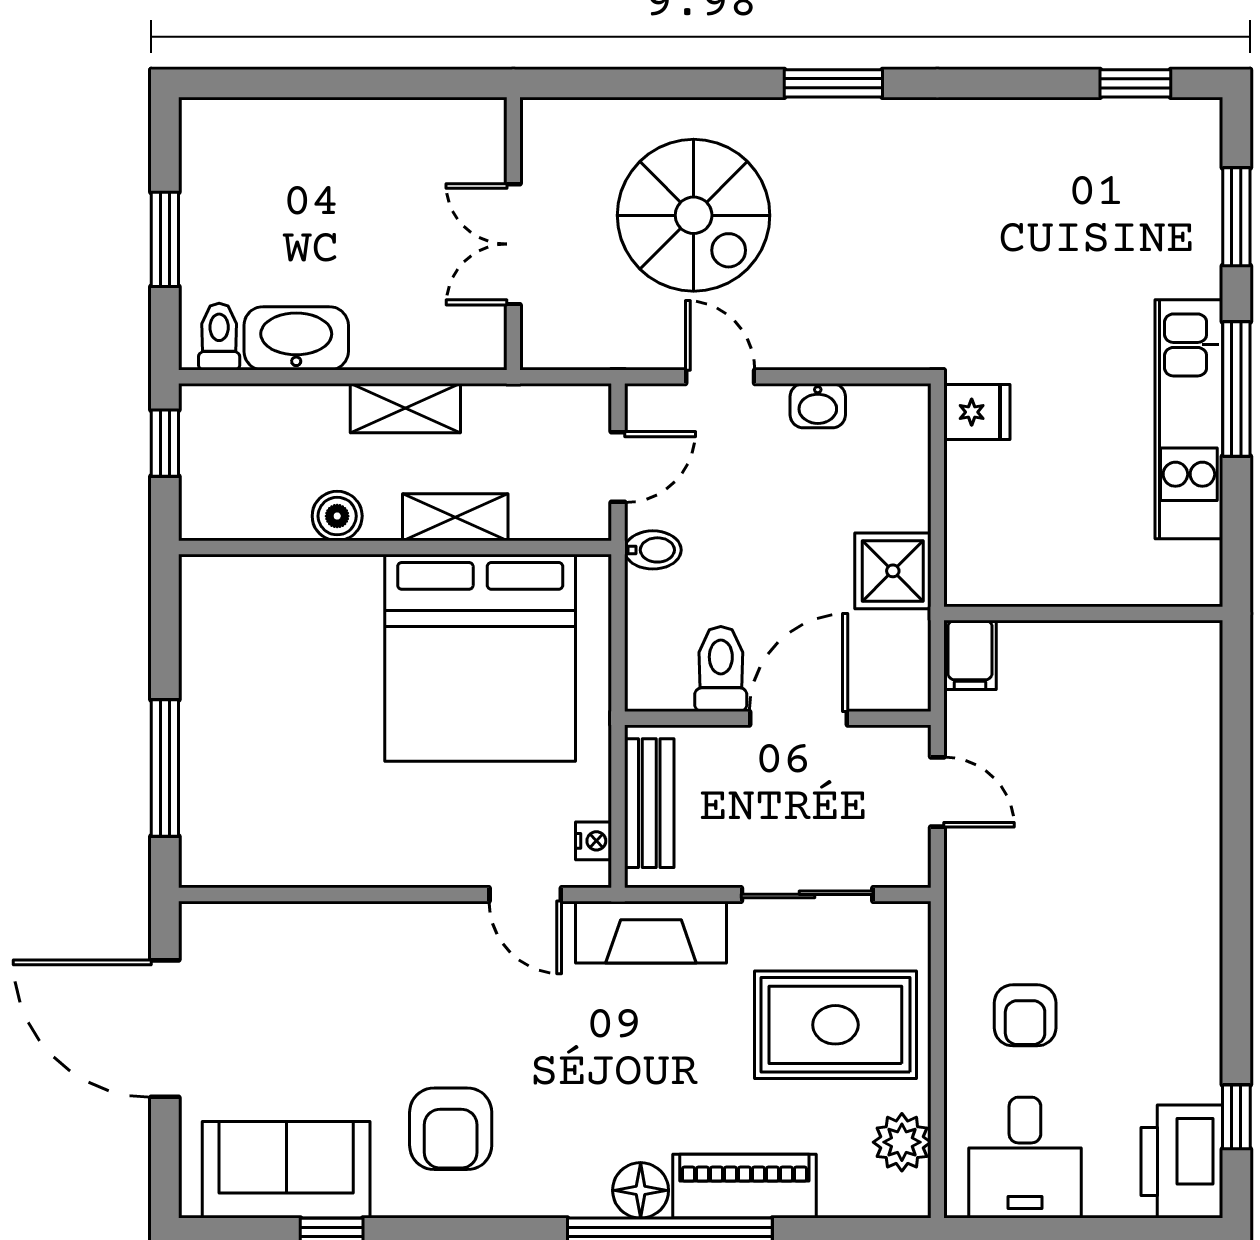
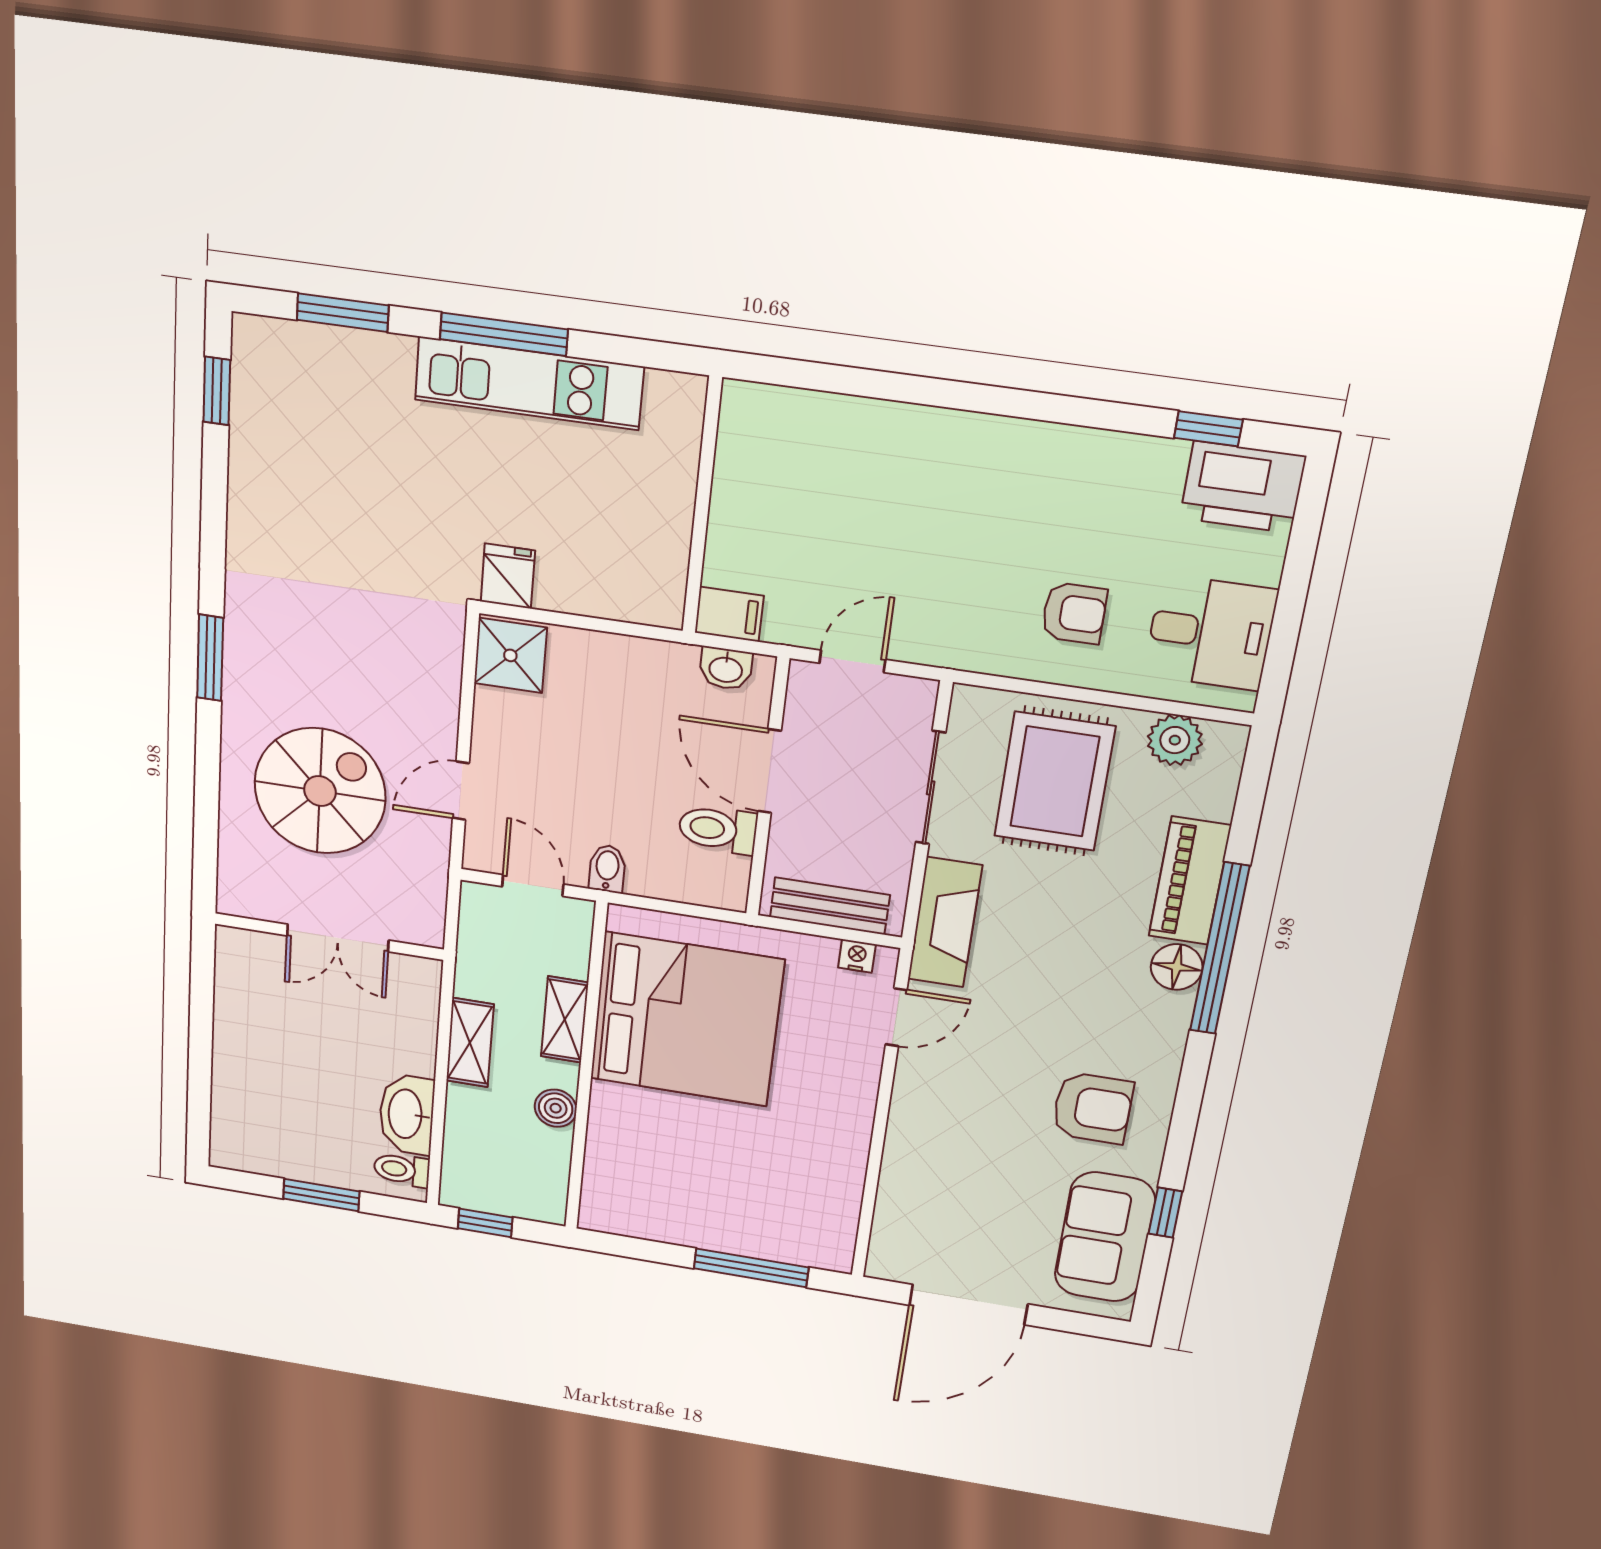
washbasin: (818, 406) -> (726, 669), moved, turned 90
shower: (893, 571) -> (510, 655), moved

